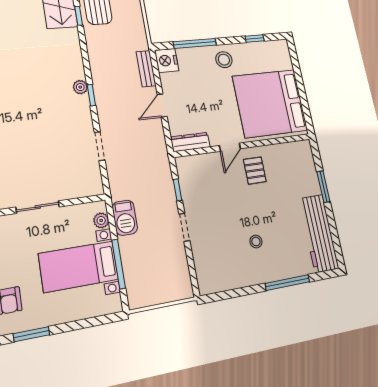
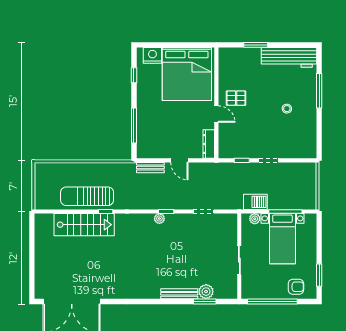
nightstand: (167, 60) -> (152, 55), moved, turned 180
stool: (224, 60) -> (149, 105), removed

